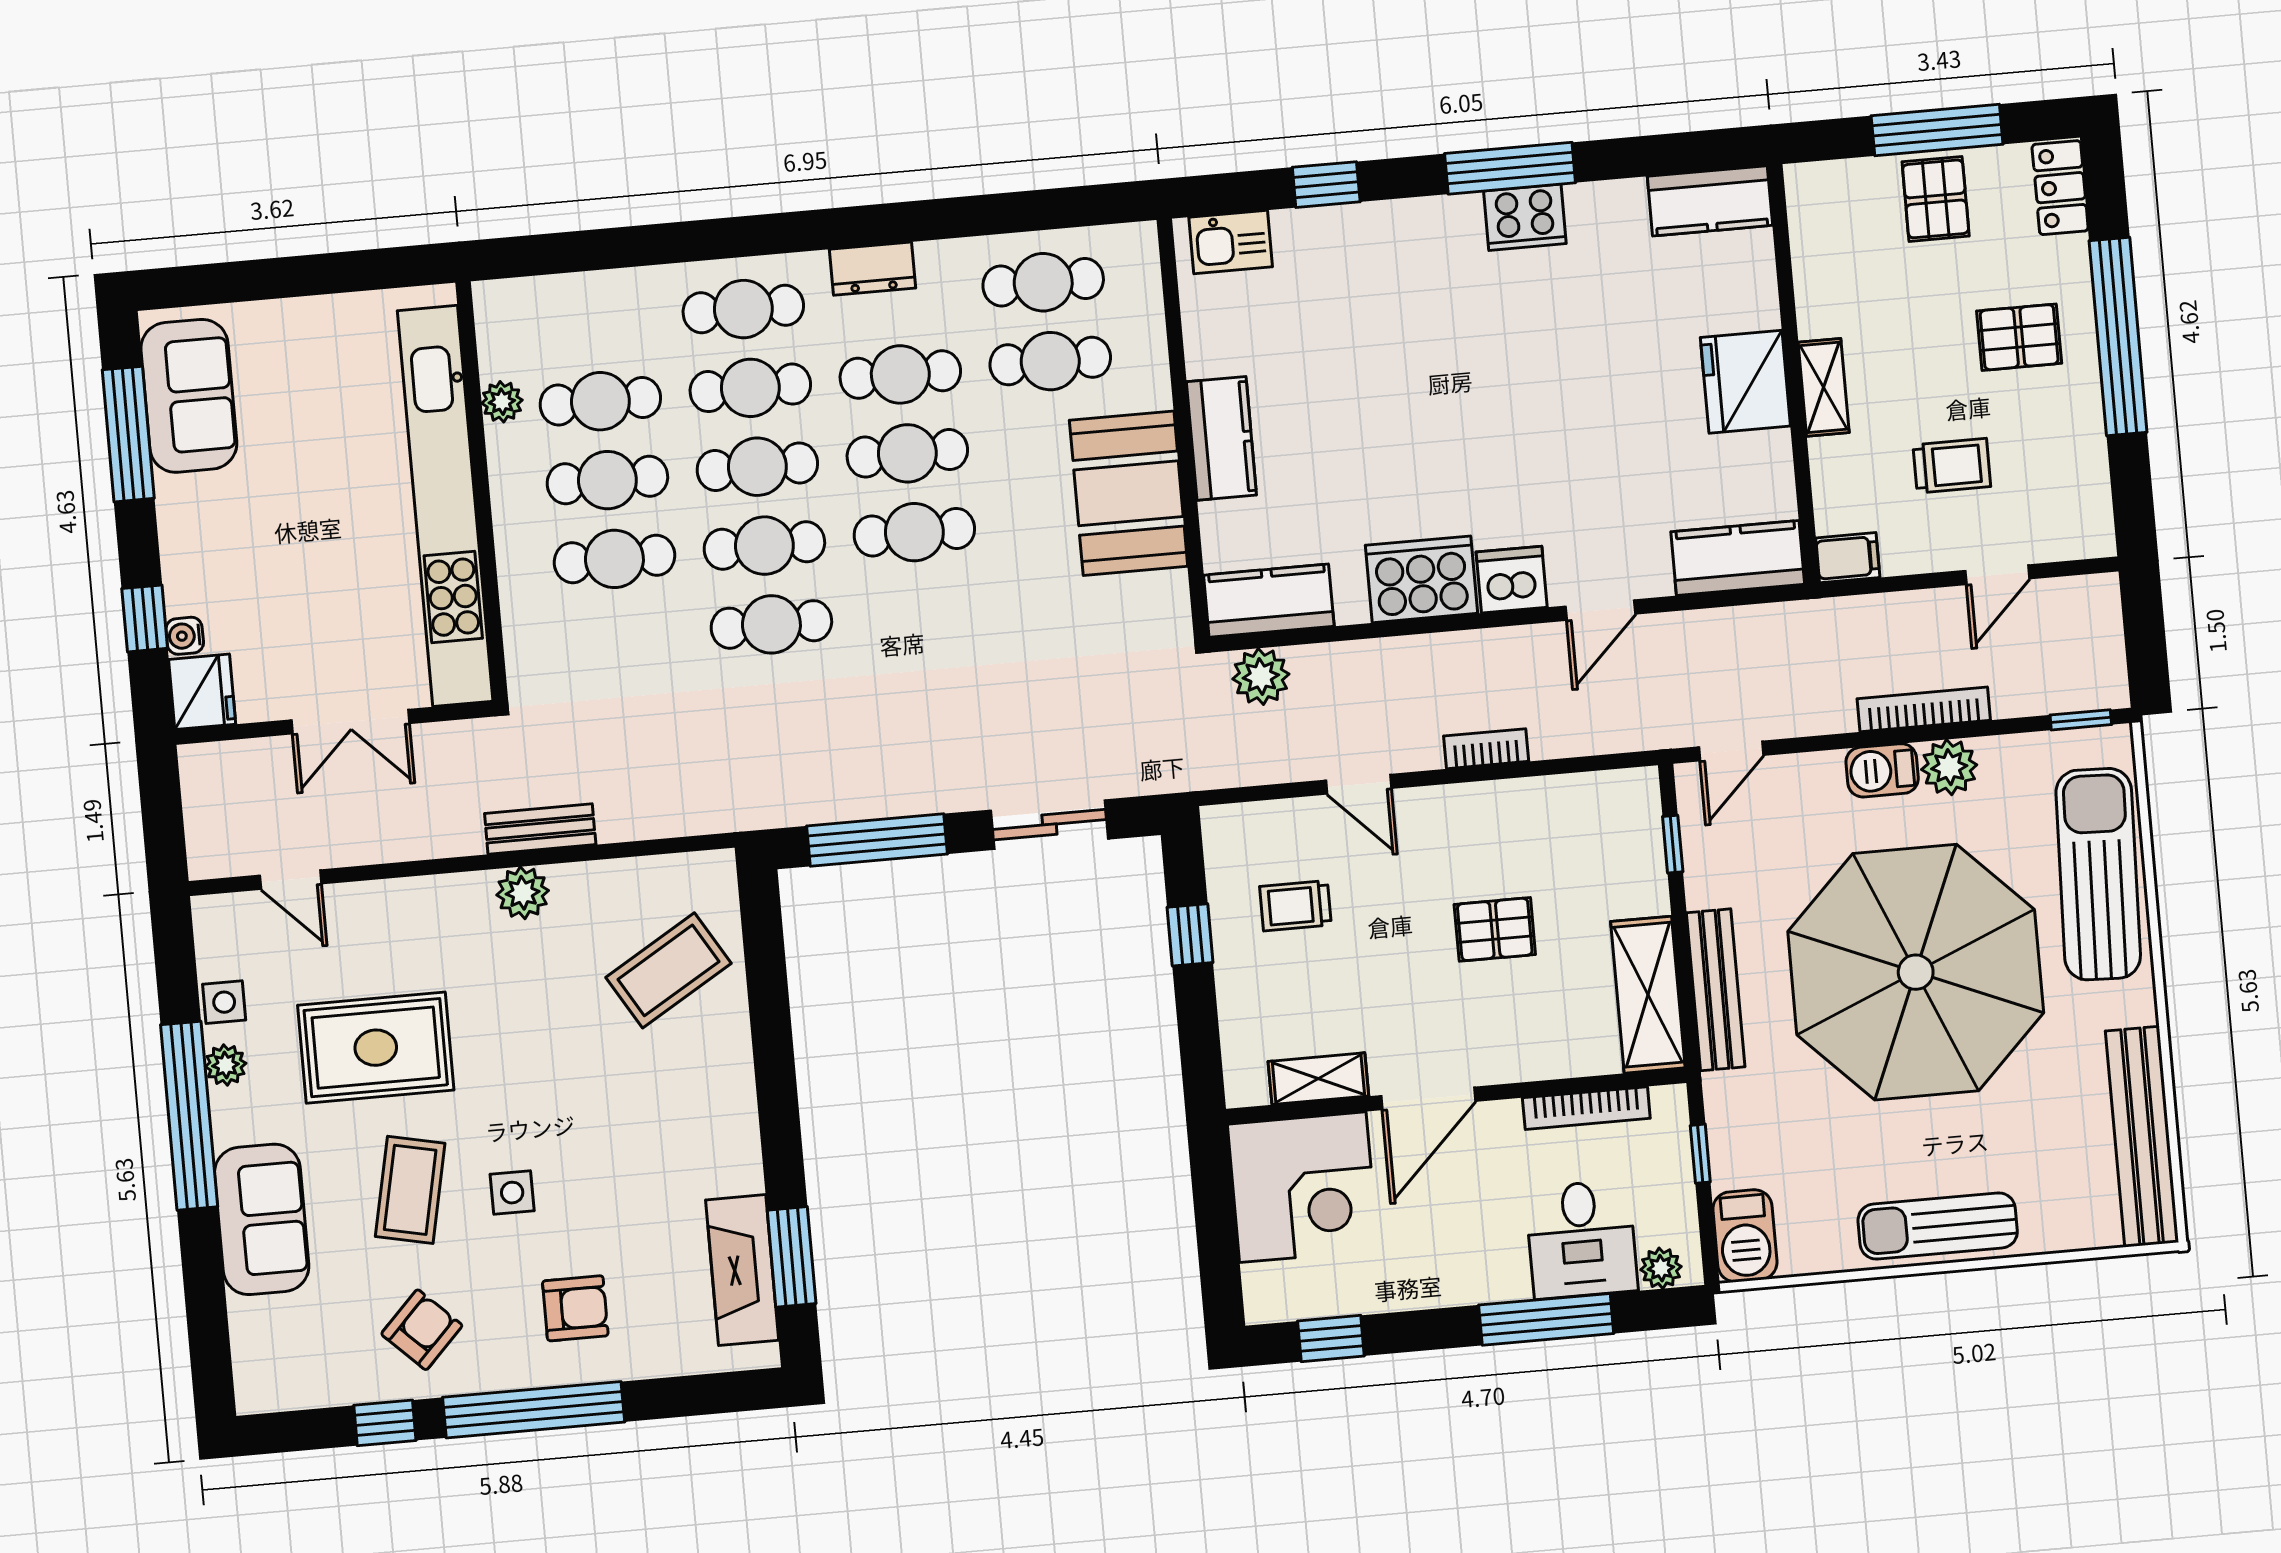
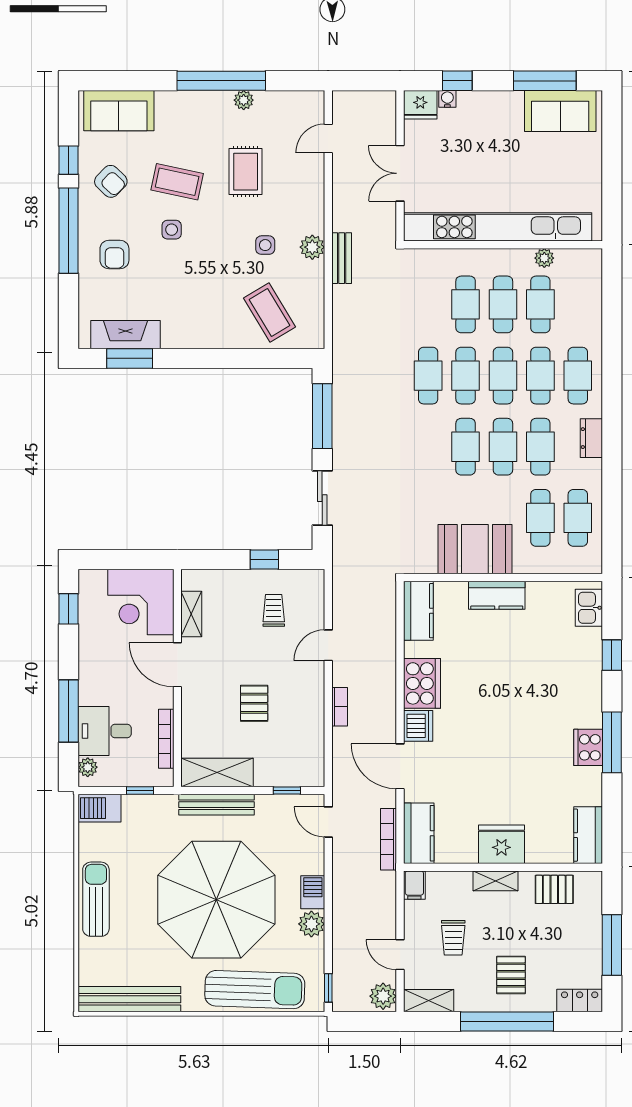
pallet: (1936, 199) -> (554, 889), moved
shelving: (2089, 506) -> (429, 1001), added
door: (1600, 610) -> (400, 766), width x1.38
plant: (1261, 676) -> (383, 996), moved
bookcase: (1924, 709) -> (389, 839), moved, turned 180
side table: (224, 1002) -> (265, 245), moved
rug: (376, 1048) -> (246, 172), width x0.73, depth x0.70
sofa: (262, 1219) -> (119, 111), moved

